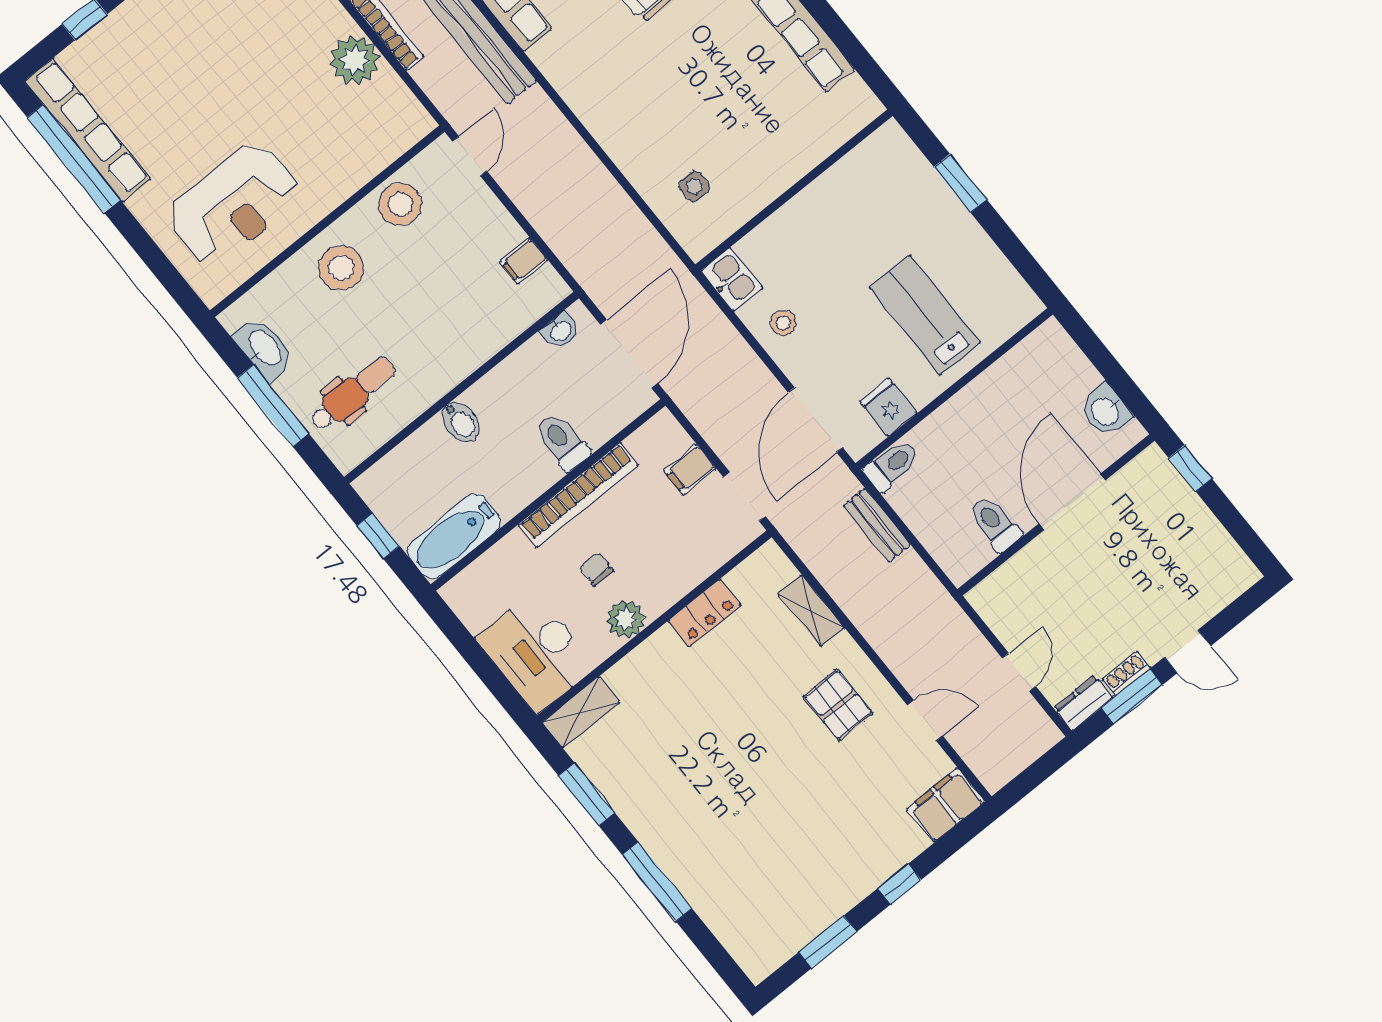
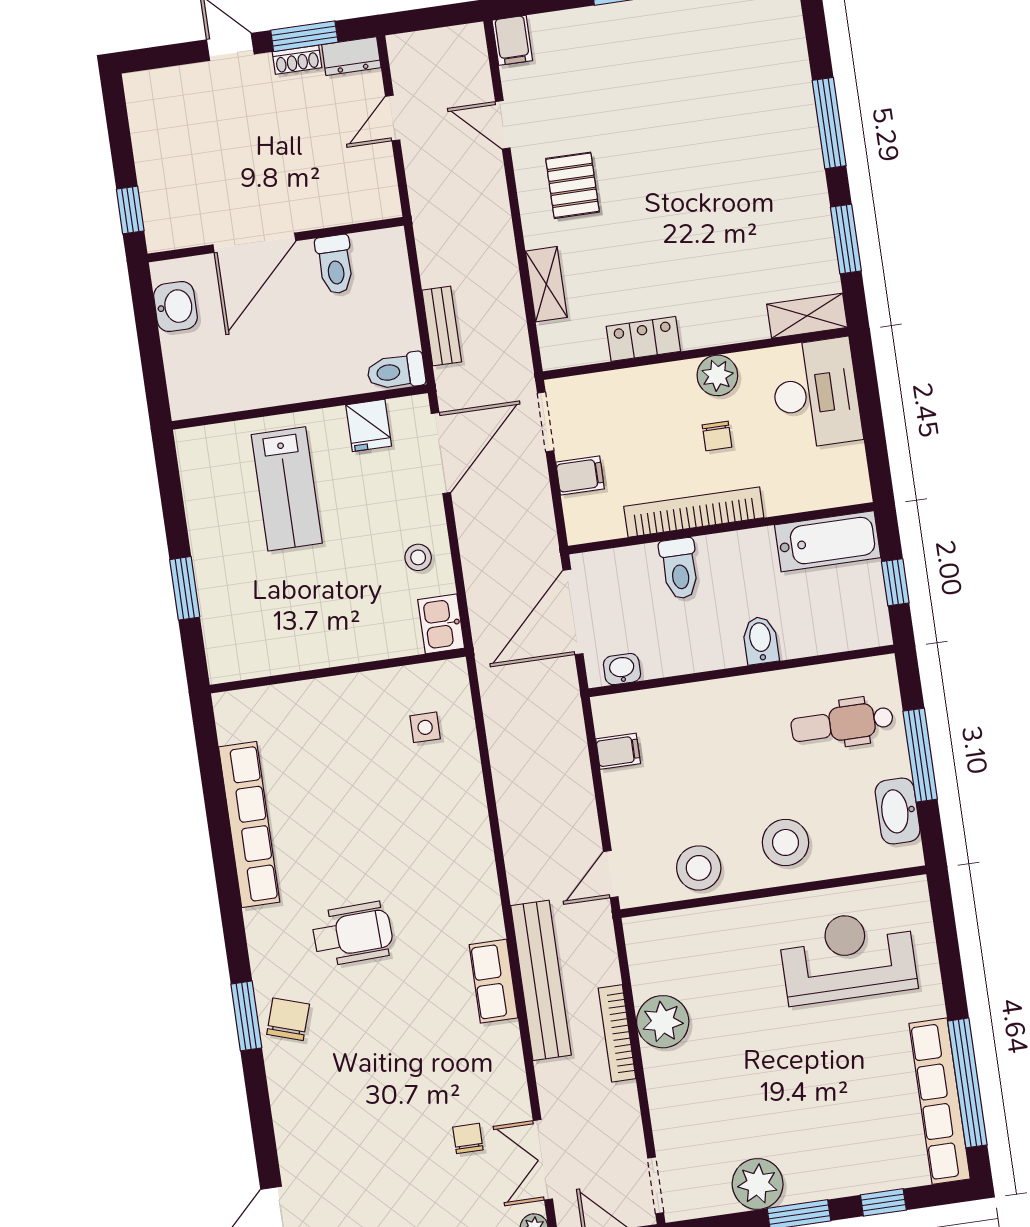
filing cabinet: (946, 805) -> (512, 40), width x0.50

